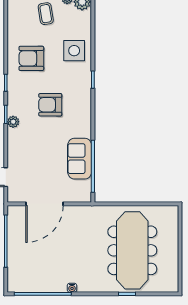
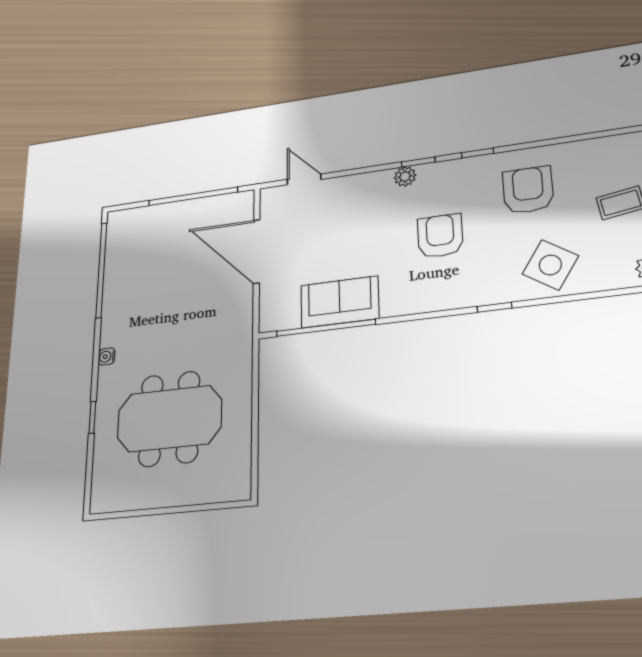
side table: (74, 51) -> (550, 265), turned 33
meeting table: (132, 250) -> (169, 419), width x0.73
water cooler: (72, 288) -> (107, 357), moved

